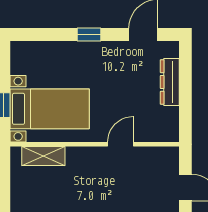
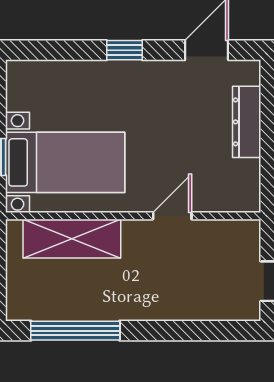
shelving: (43, 156) -> (72, 239), width x1.50, depth x1.33

